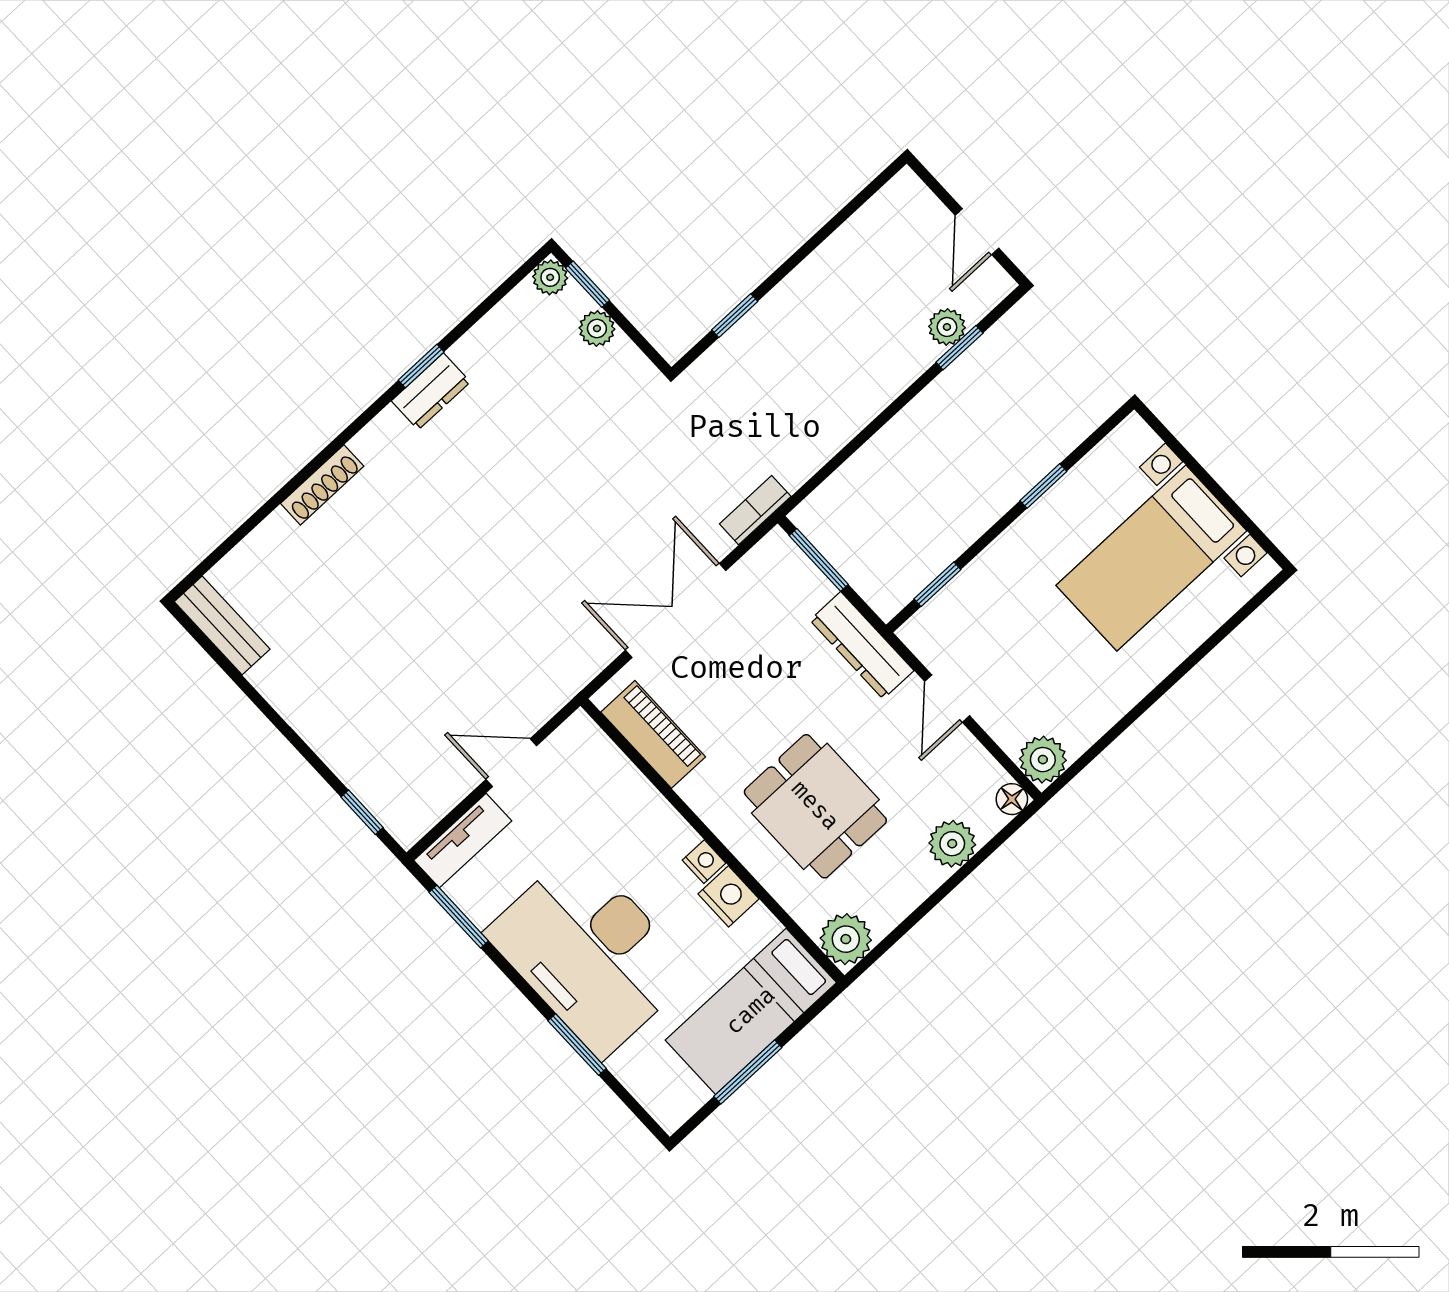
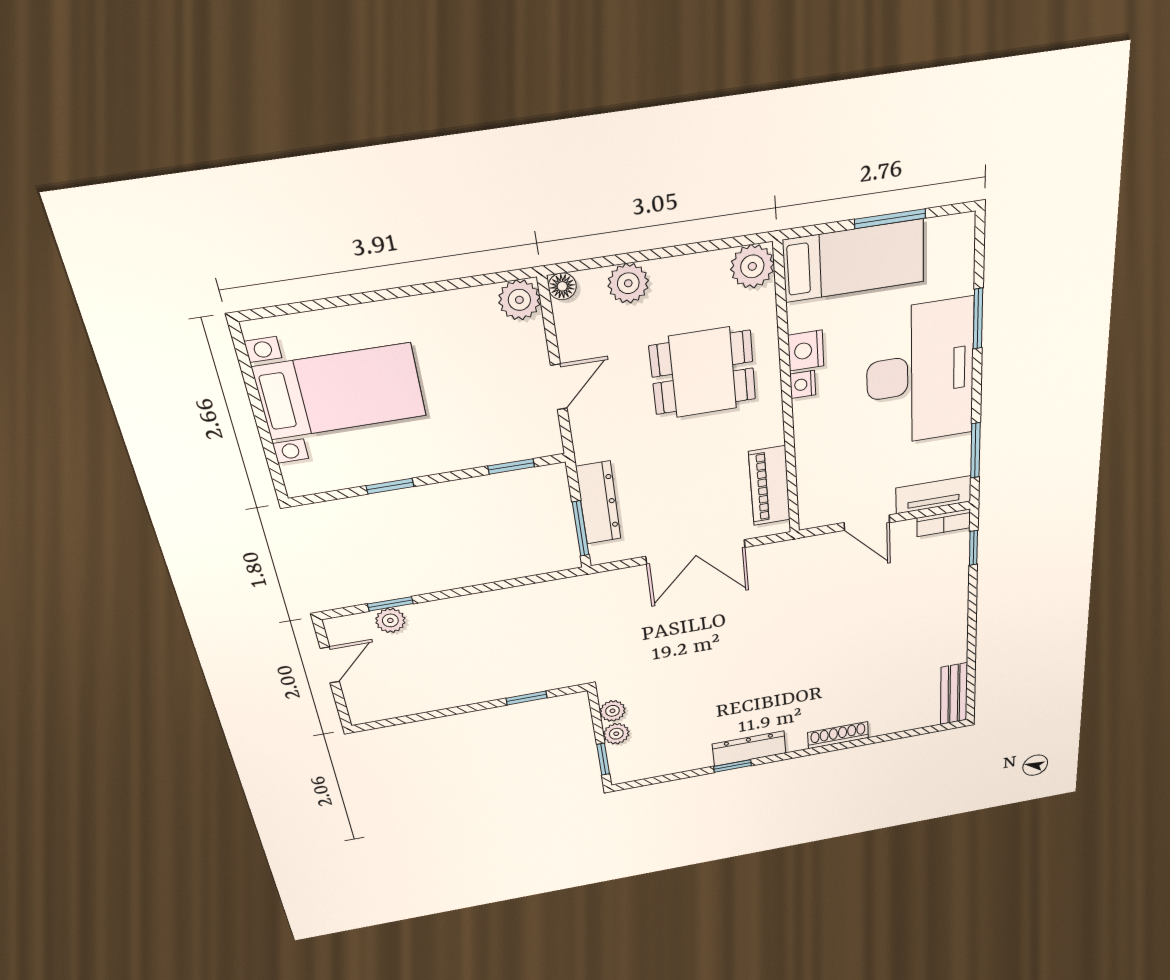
plant: (550, 277) -> (613, 711), moved
dresser: (431, 391) -> (749, 749), width x1.44
bookcase: (755, 510) -> (944, 523), moved
dresser: (862, 645) -> (598, 503), moved
dining table: (815, 806) -> (703, 373), turned 90

